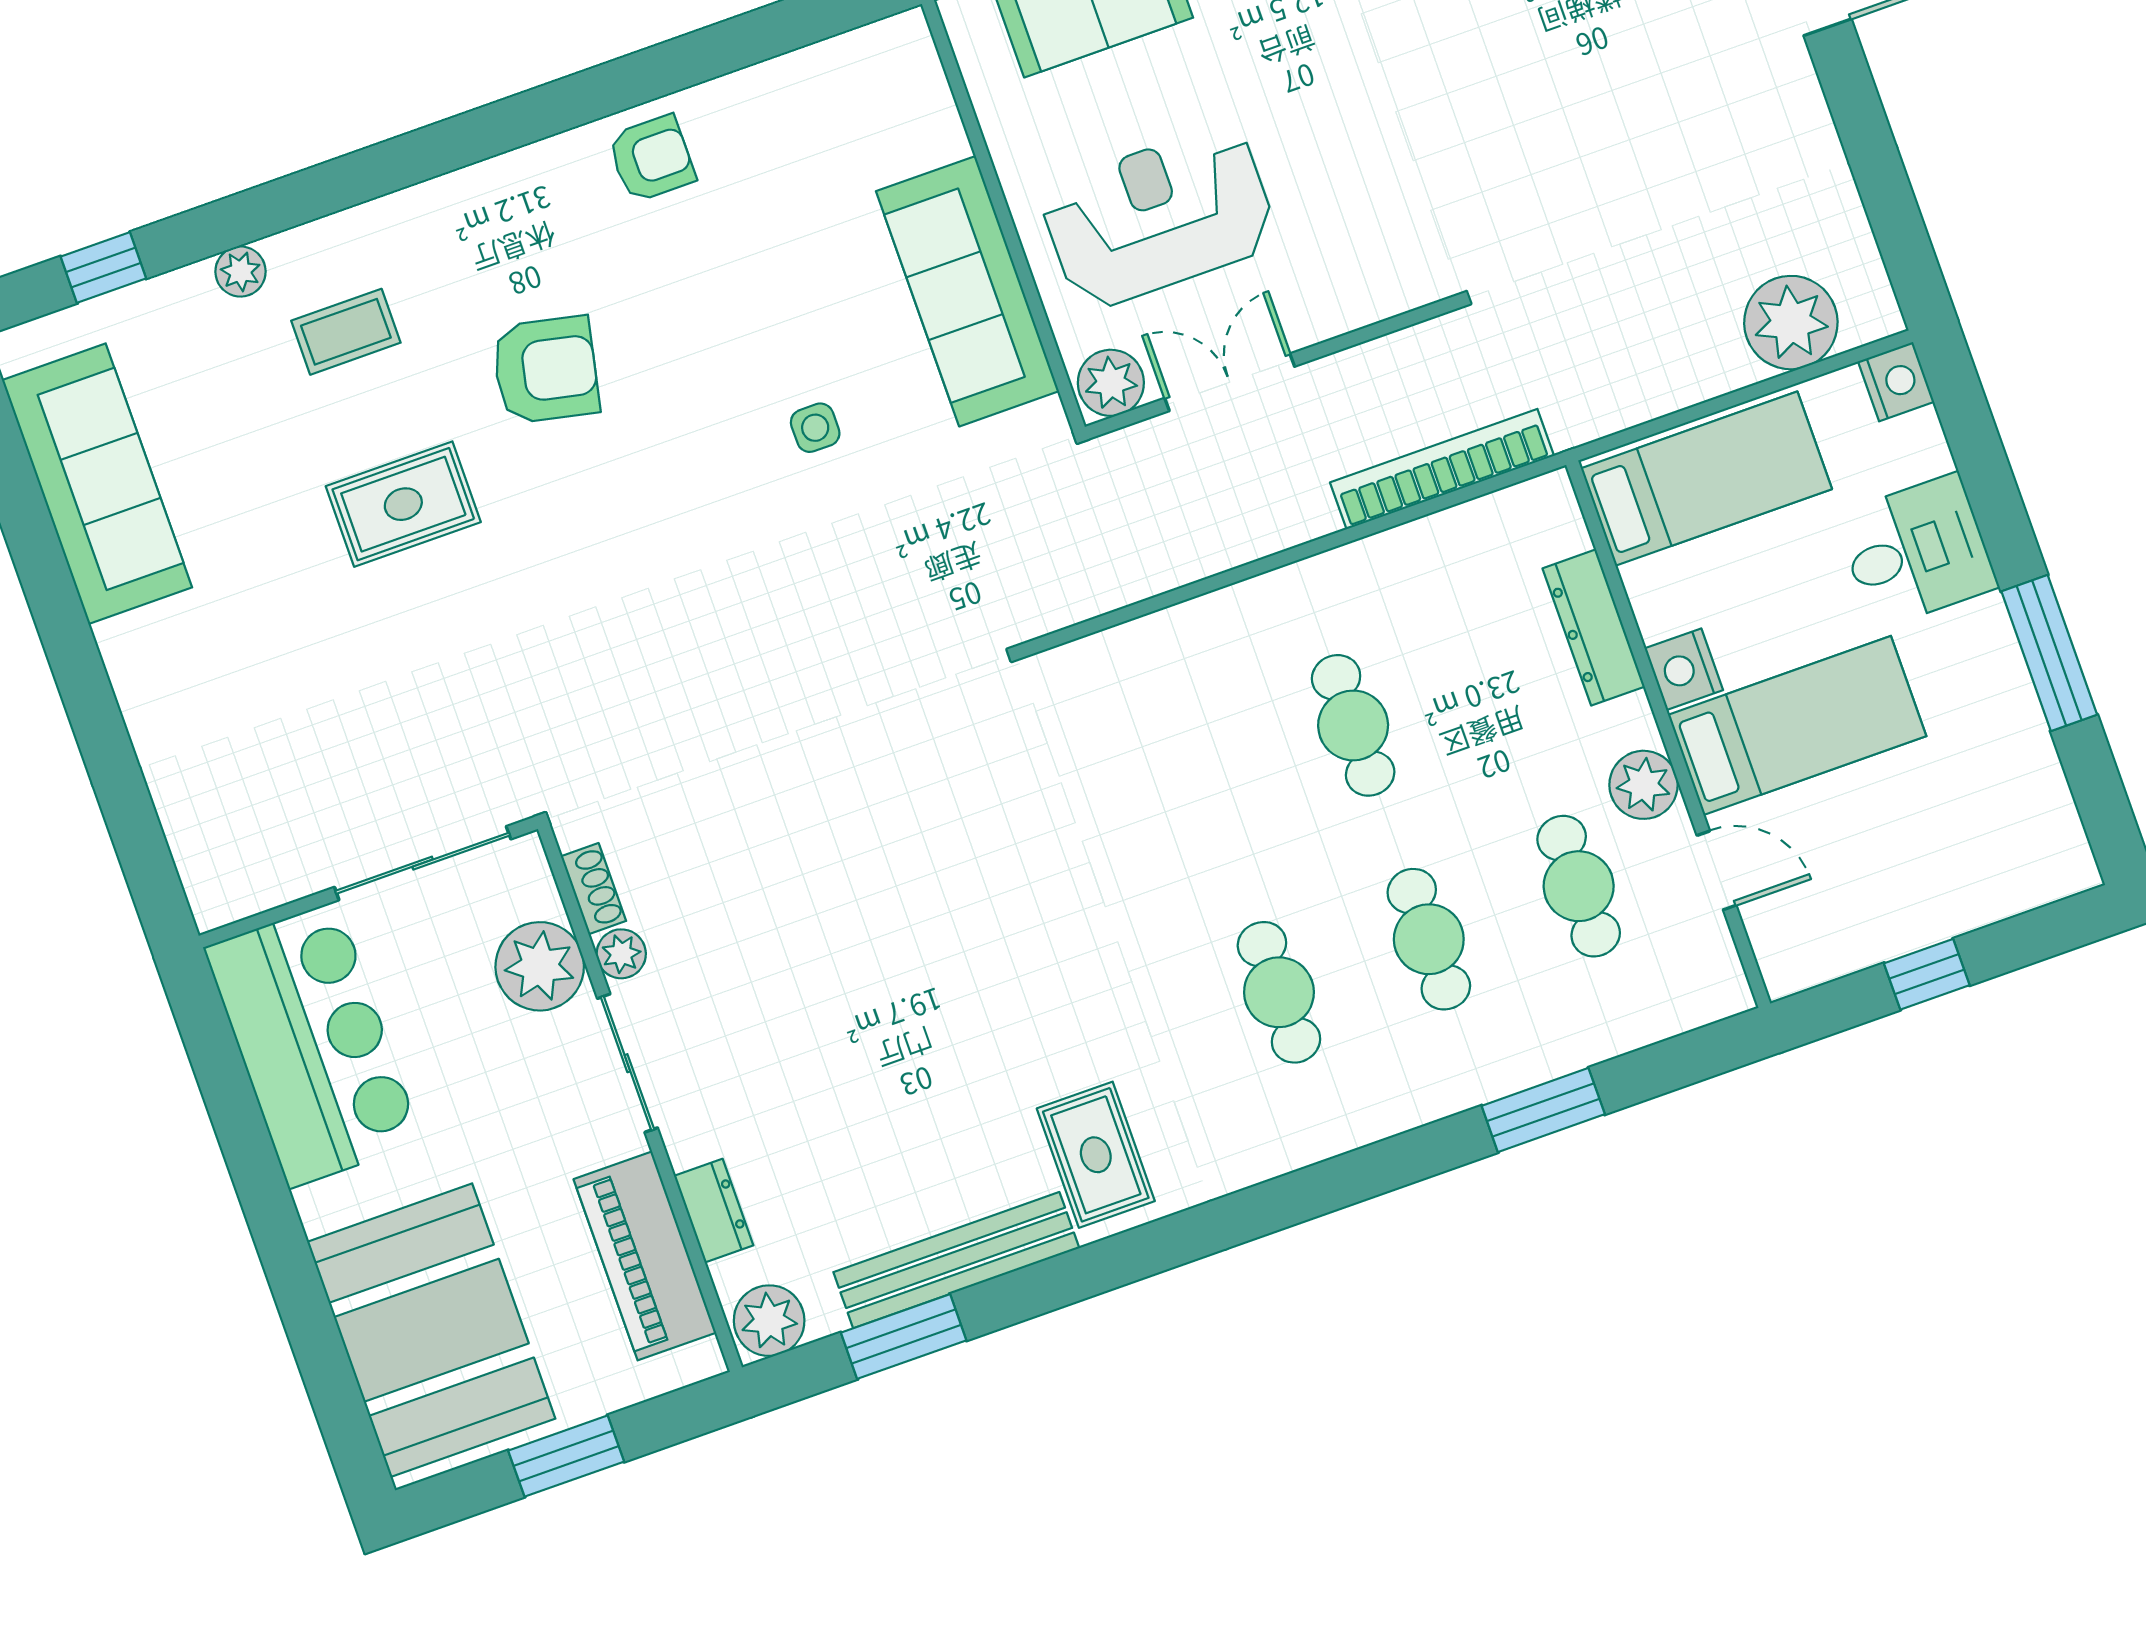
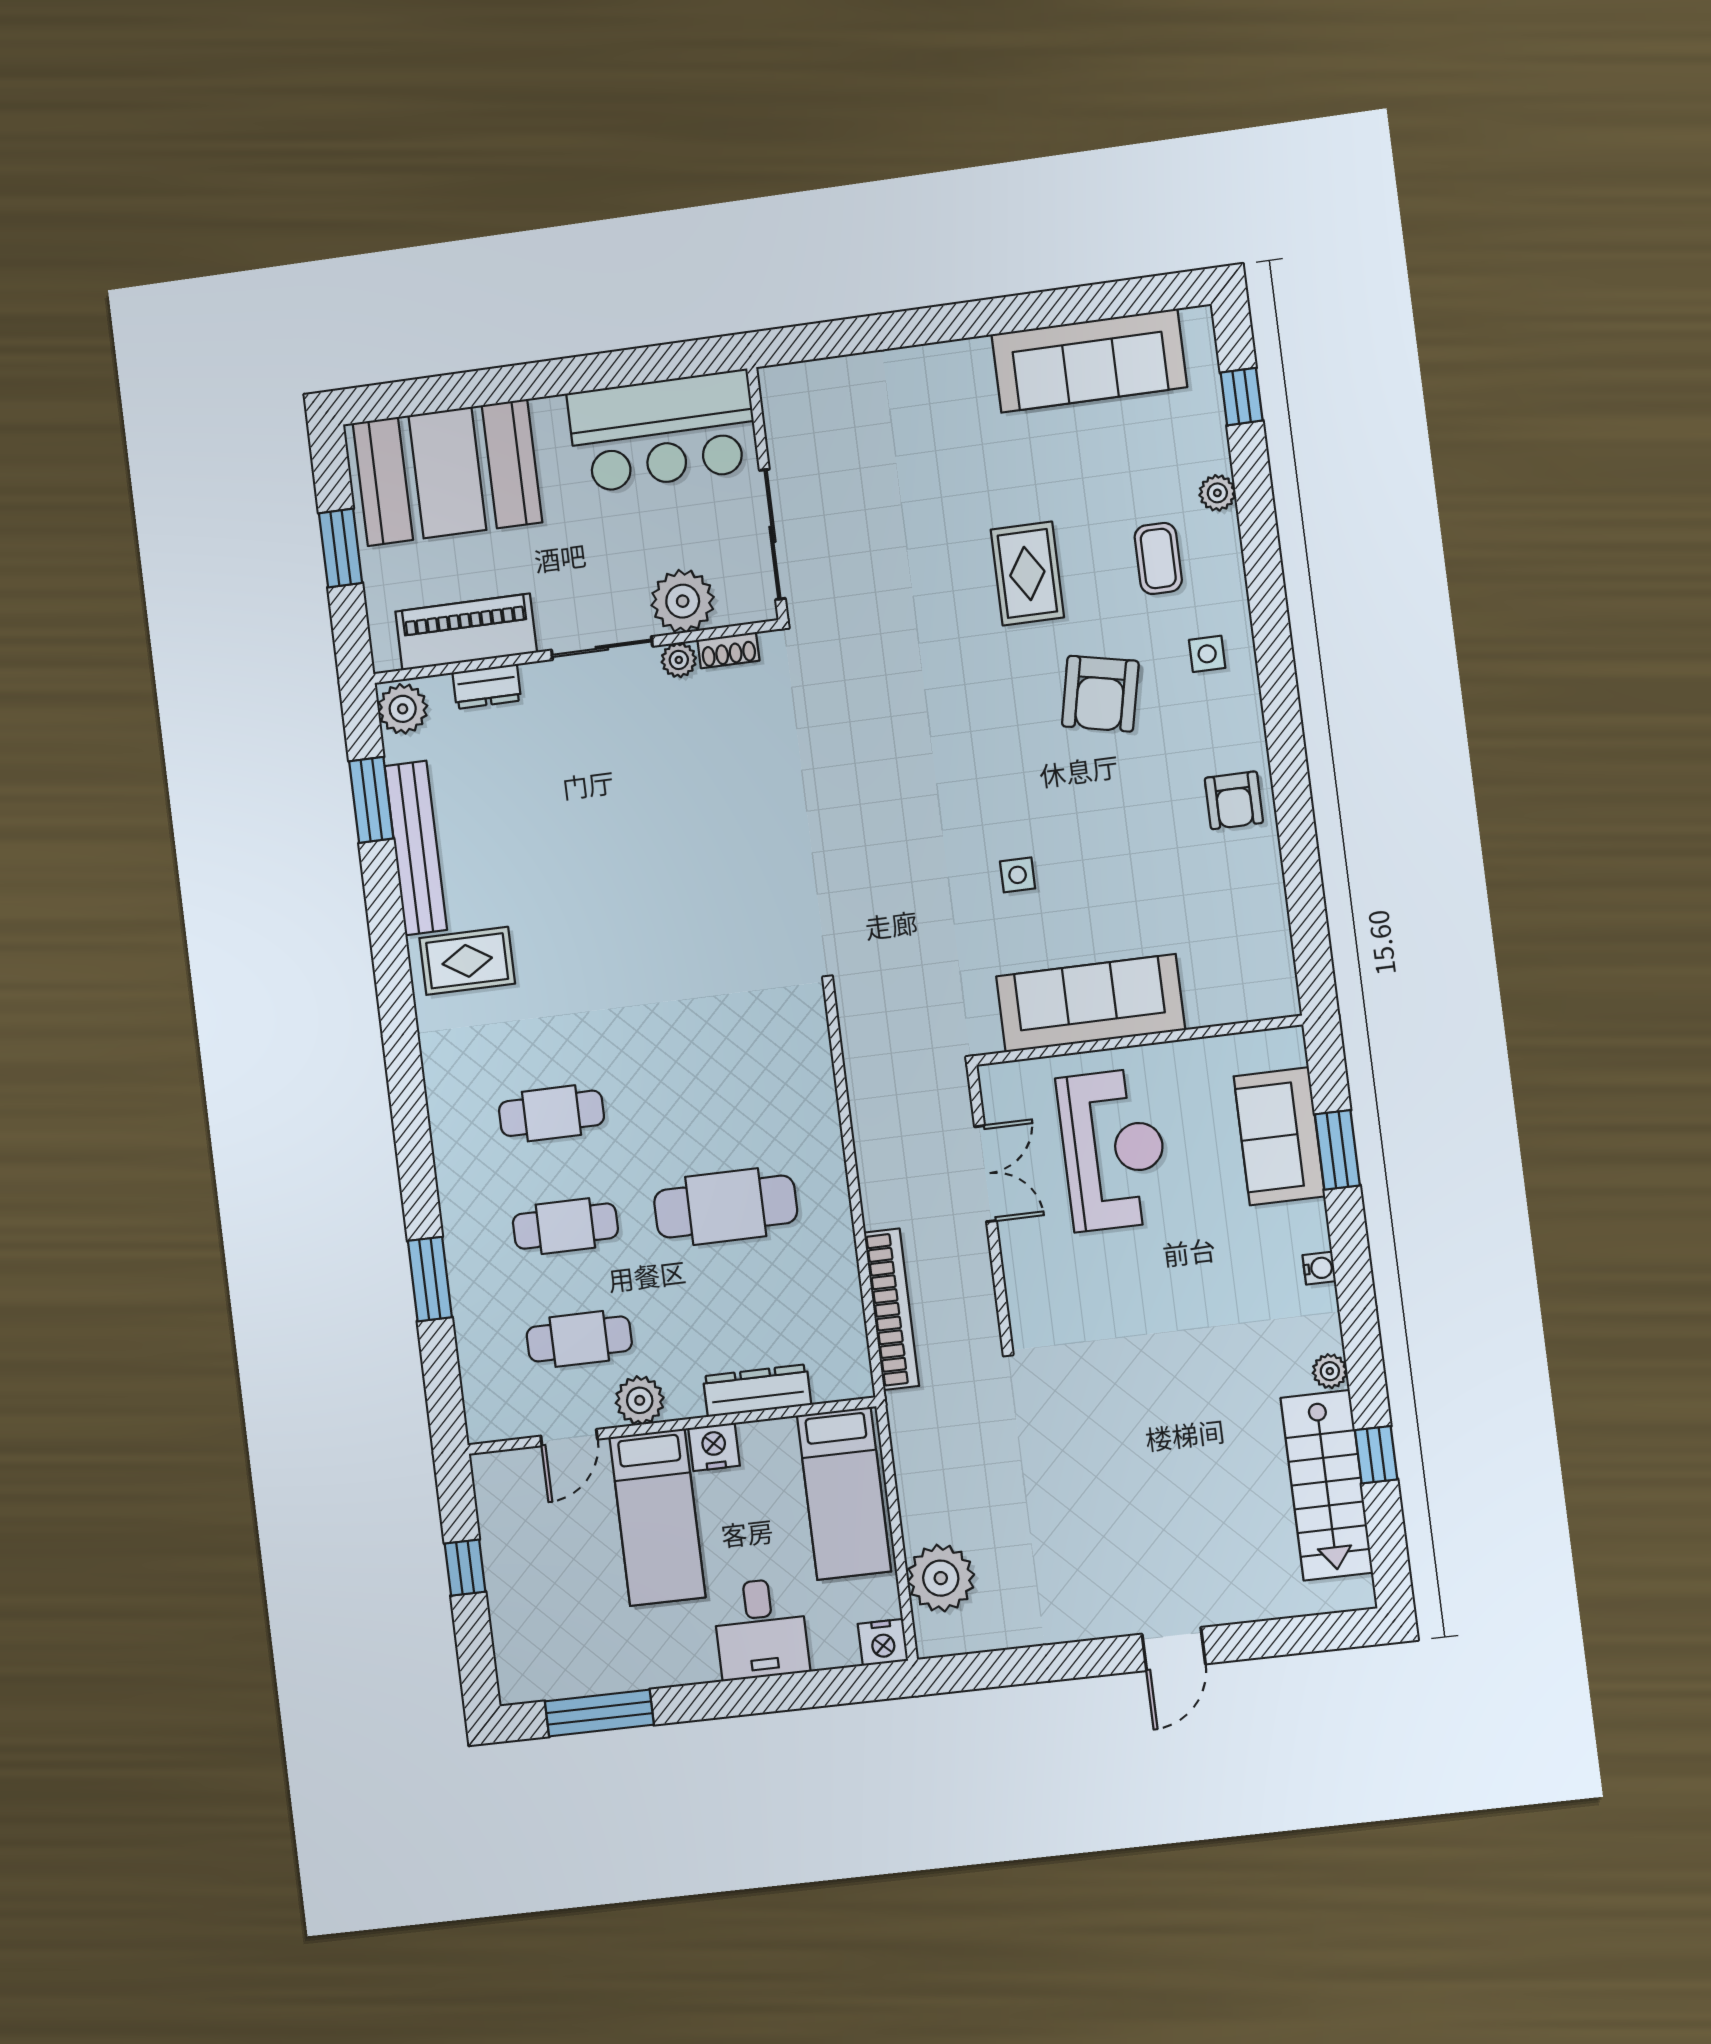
side table: (461, 238) -> (1207, 654), added
plant: (1111, 383) -> (1003, 1090), removed
window: (2049, 653) -> (599, 1713), moved
cafe table: (1353, 725) -> (726, 1207), width x1.37, depth x1.35

